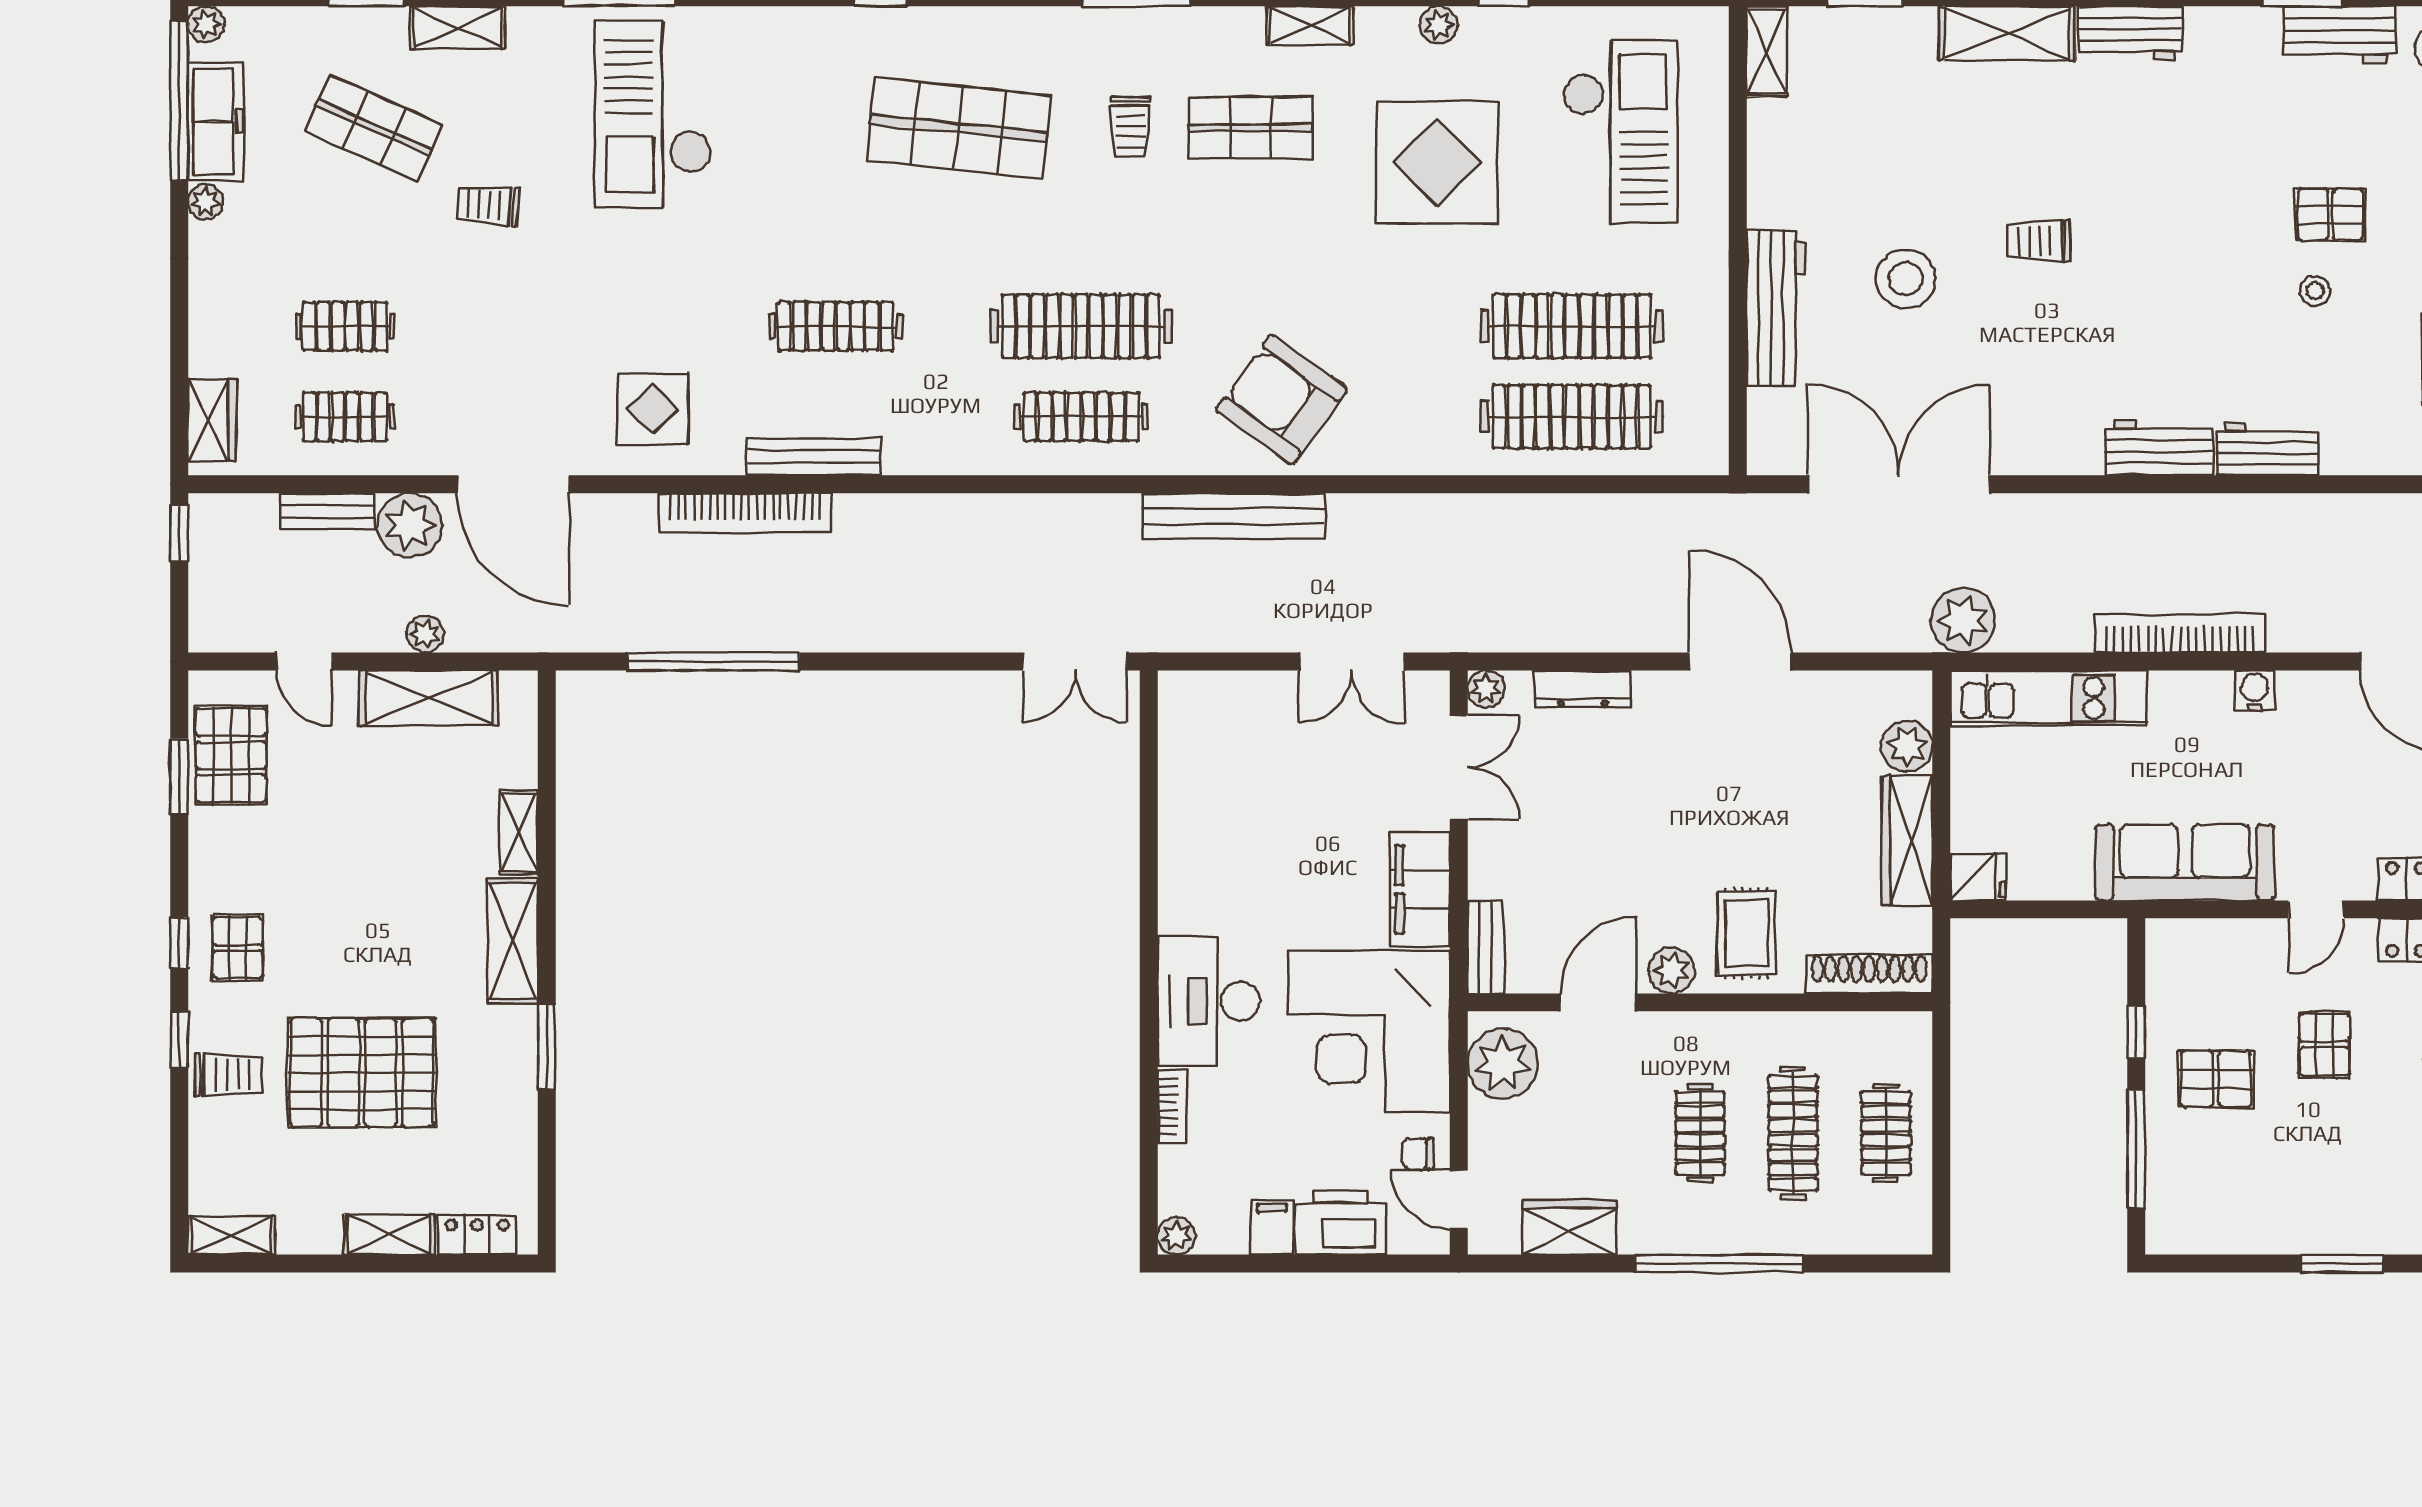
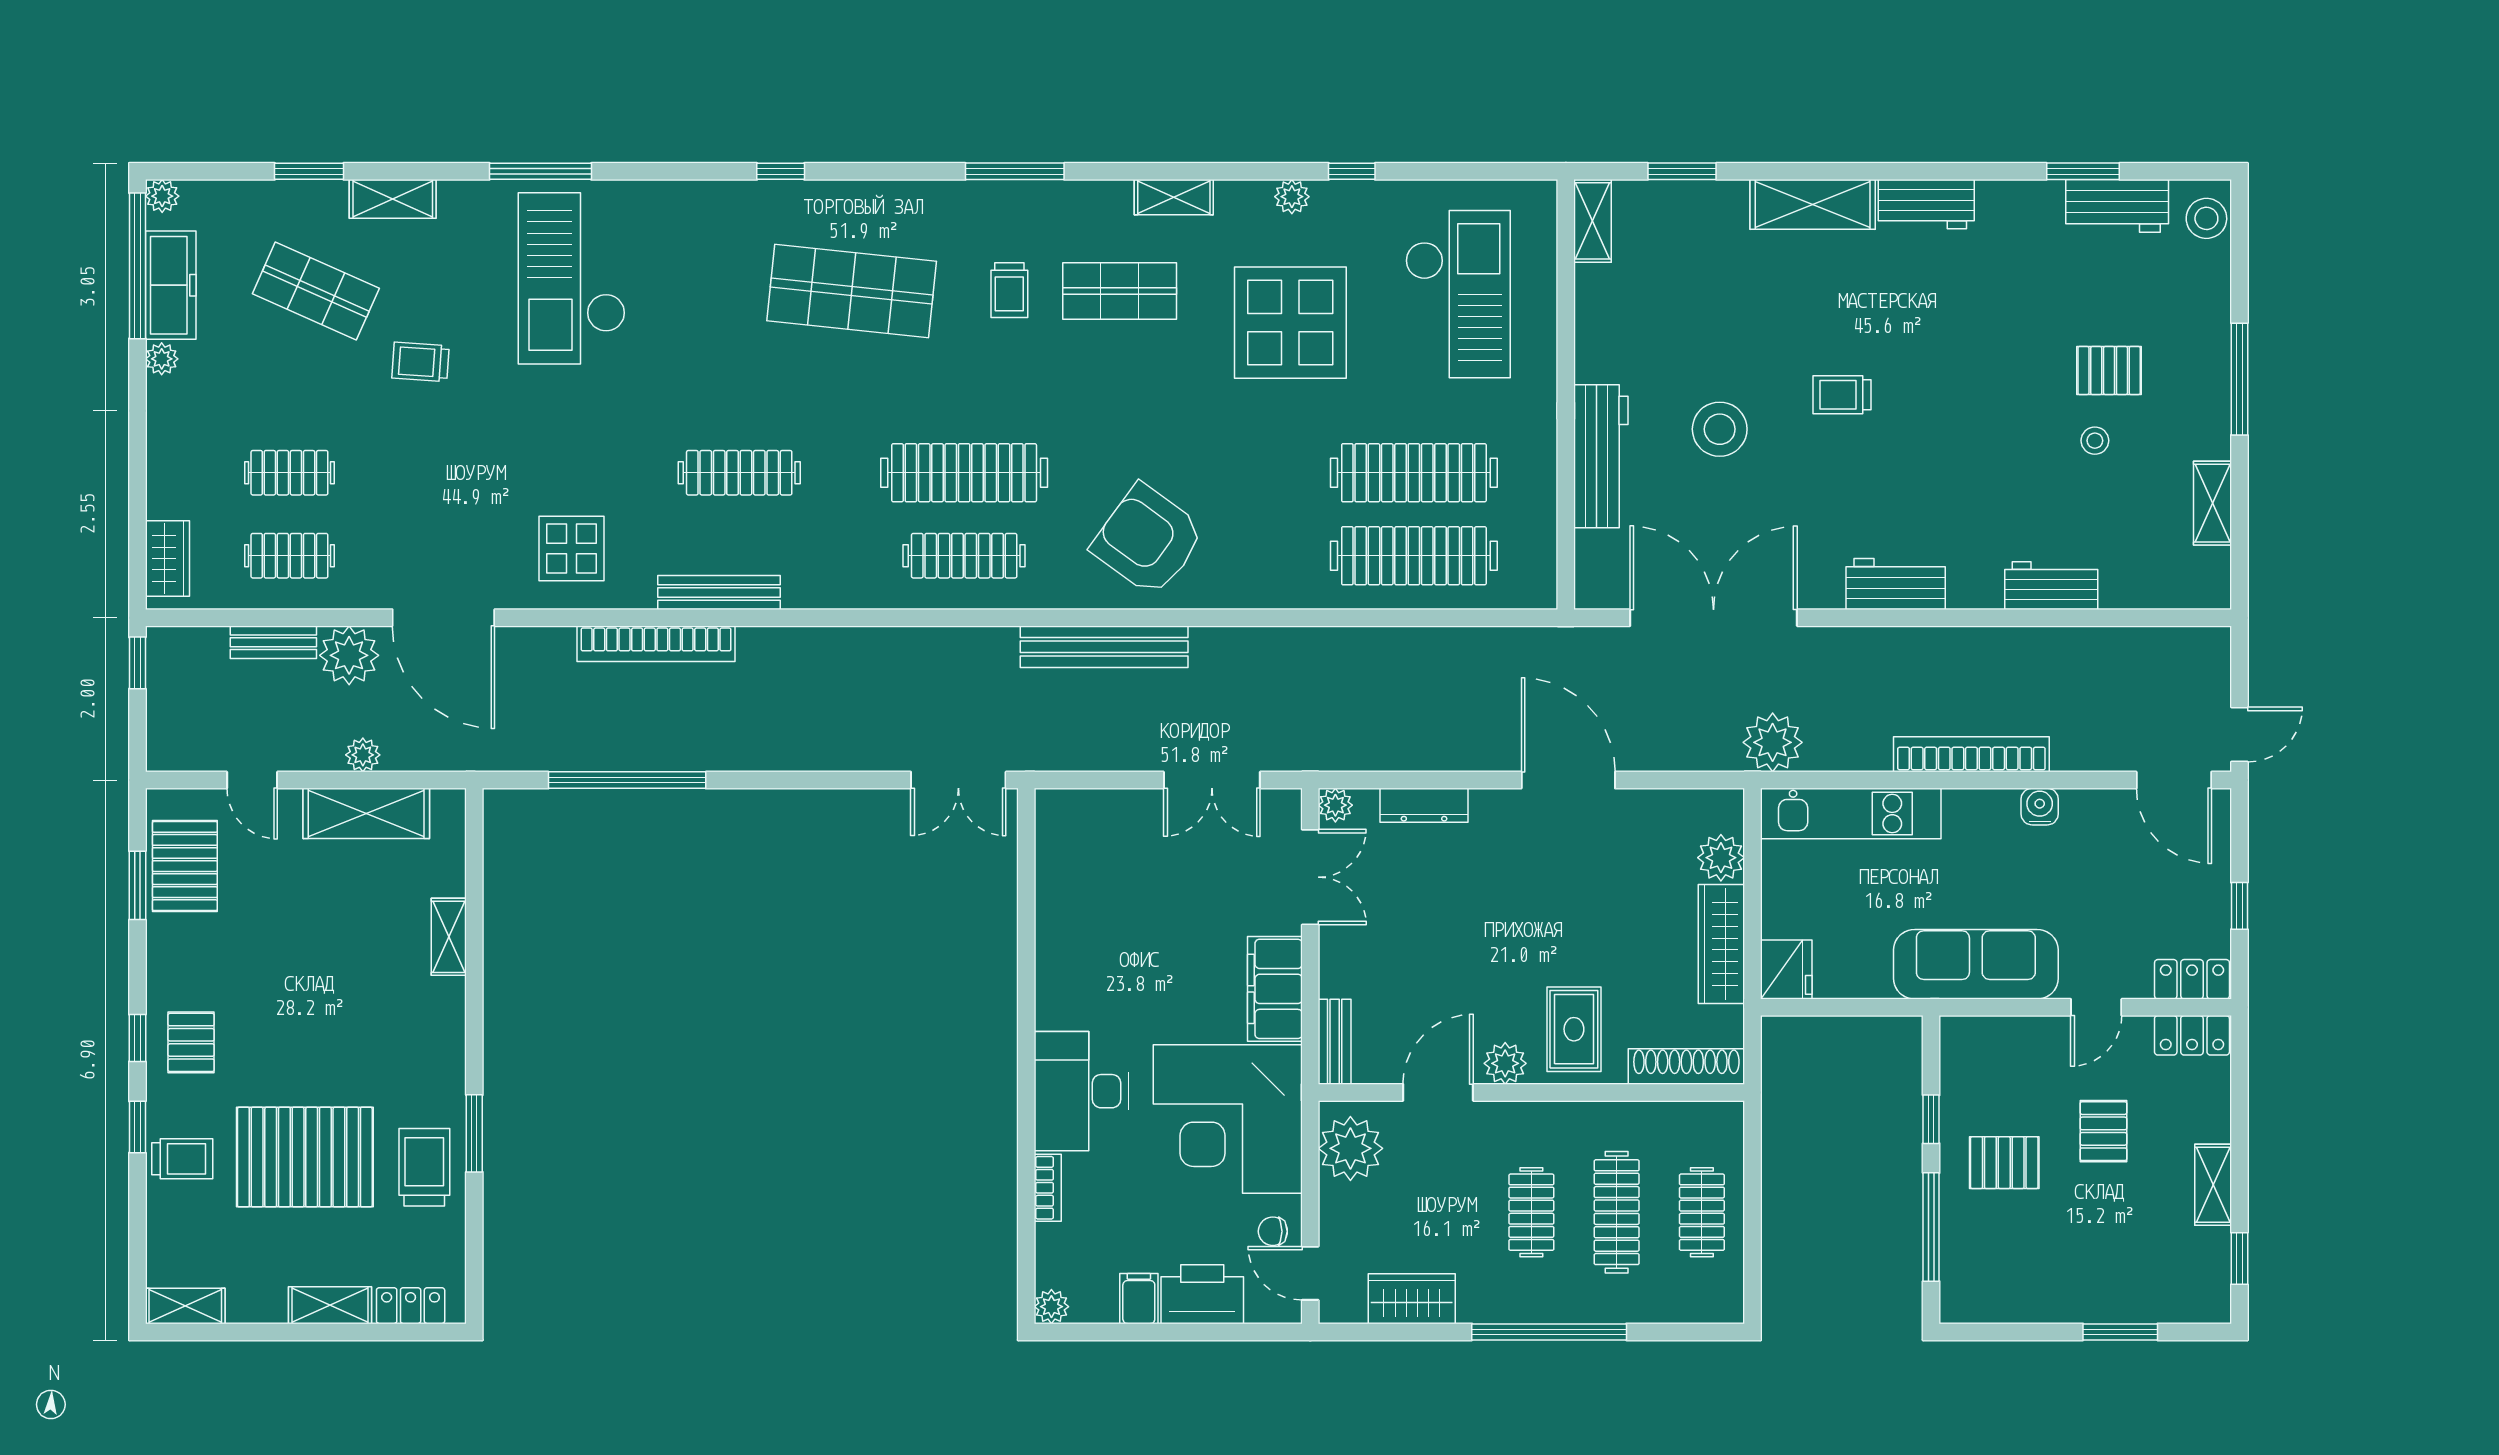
workbench: (2159, 448) -> (1896, 584), moved
fridge: (1978, 877) -> (1786, 969), width x1.38
shelving: (513, 941) -> (443, 1036), removed
trolley: (492, 1084) -> (424, 1167), added

